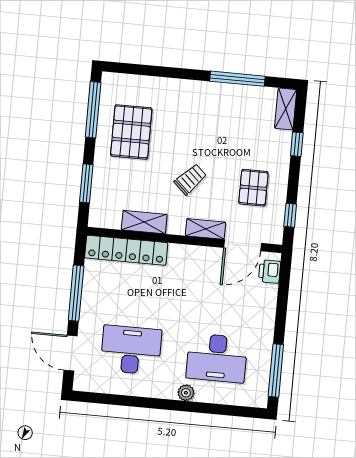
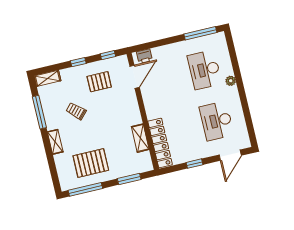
window: (297, 144) -> (78, 62), moved
trolley: (190, 179) -> (76, 111), moved
shelving: (206, 229) -> (55, 142), moved
door: (243, 245) -> (135, 77), hinge flipped
window: (76, 293) -> (194, 164), width x0.46
desk: (217, 358) -> (205, 70), turned 180

